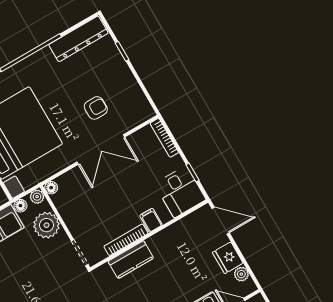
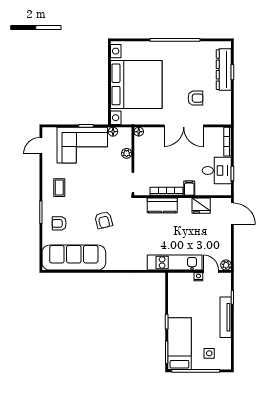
dresser: (78, 39) -> (224, 70), moved, turned 90
desk: (180, 192) -> (217, 170), moved, turned -90
plant: (37, 197) -> (127, 132), removed
plant: (47, 225) -> (127, 153), width x0.53, depth x0.53
fridge: (228, 258) -> (201, 206), moved, turned -90
plant: (241, 274) -> (226, 265), moved

